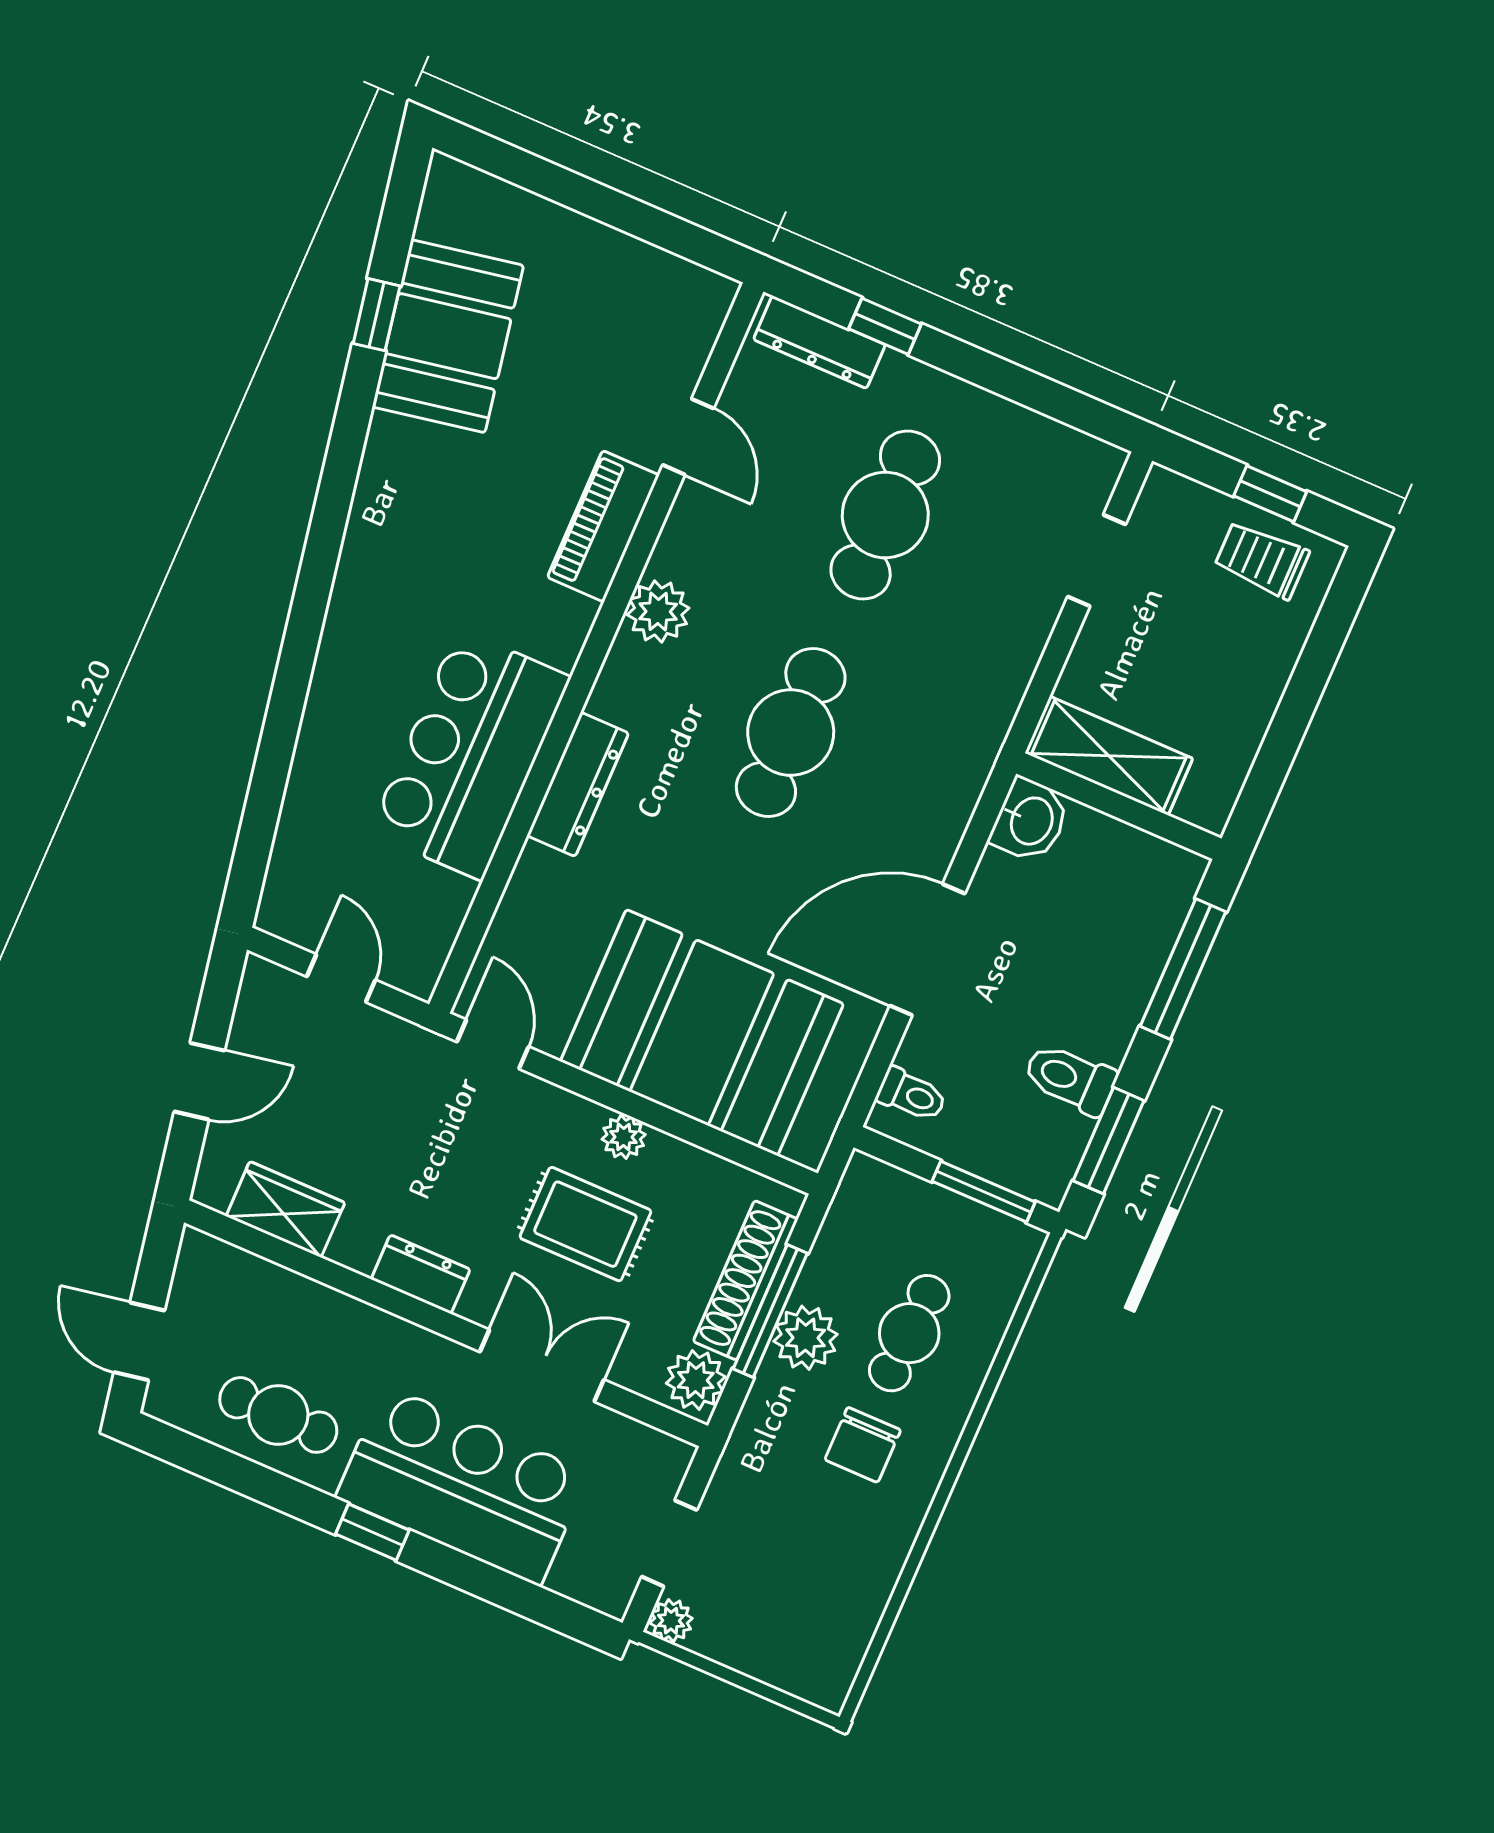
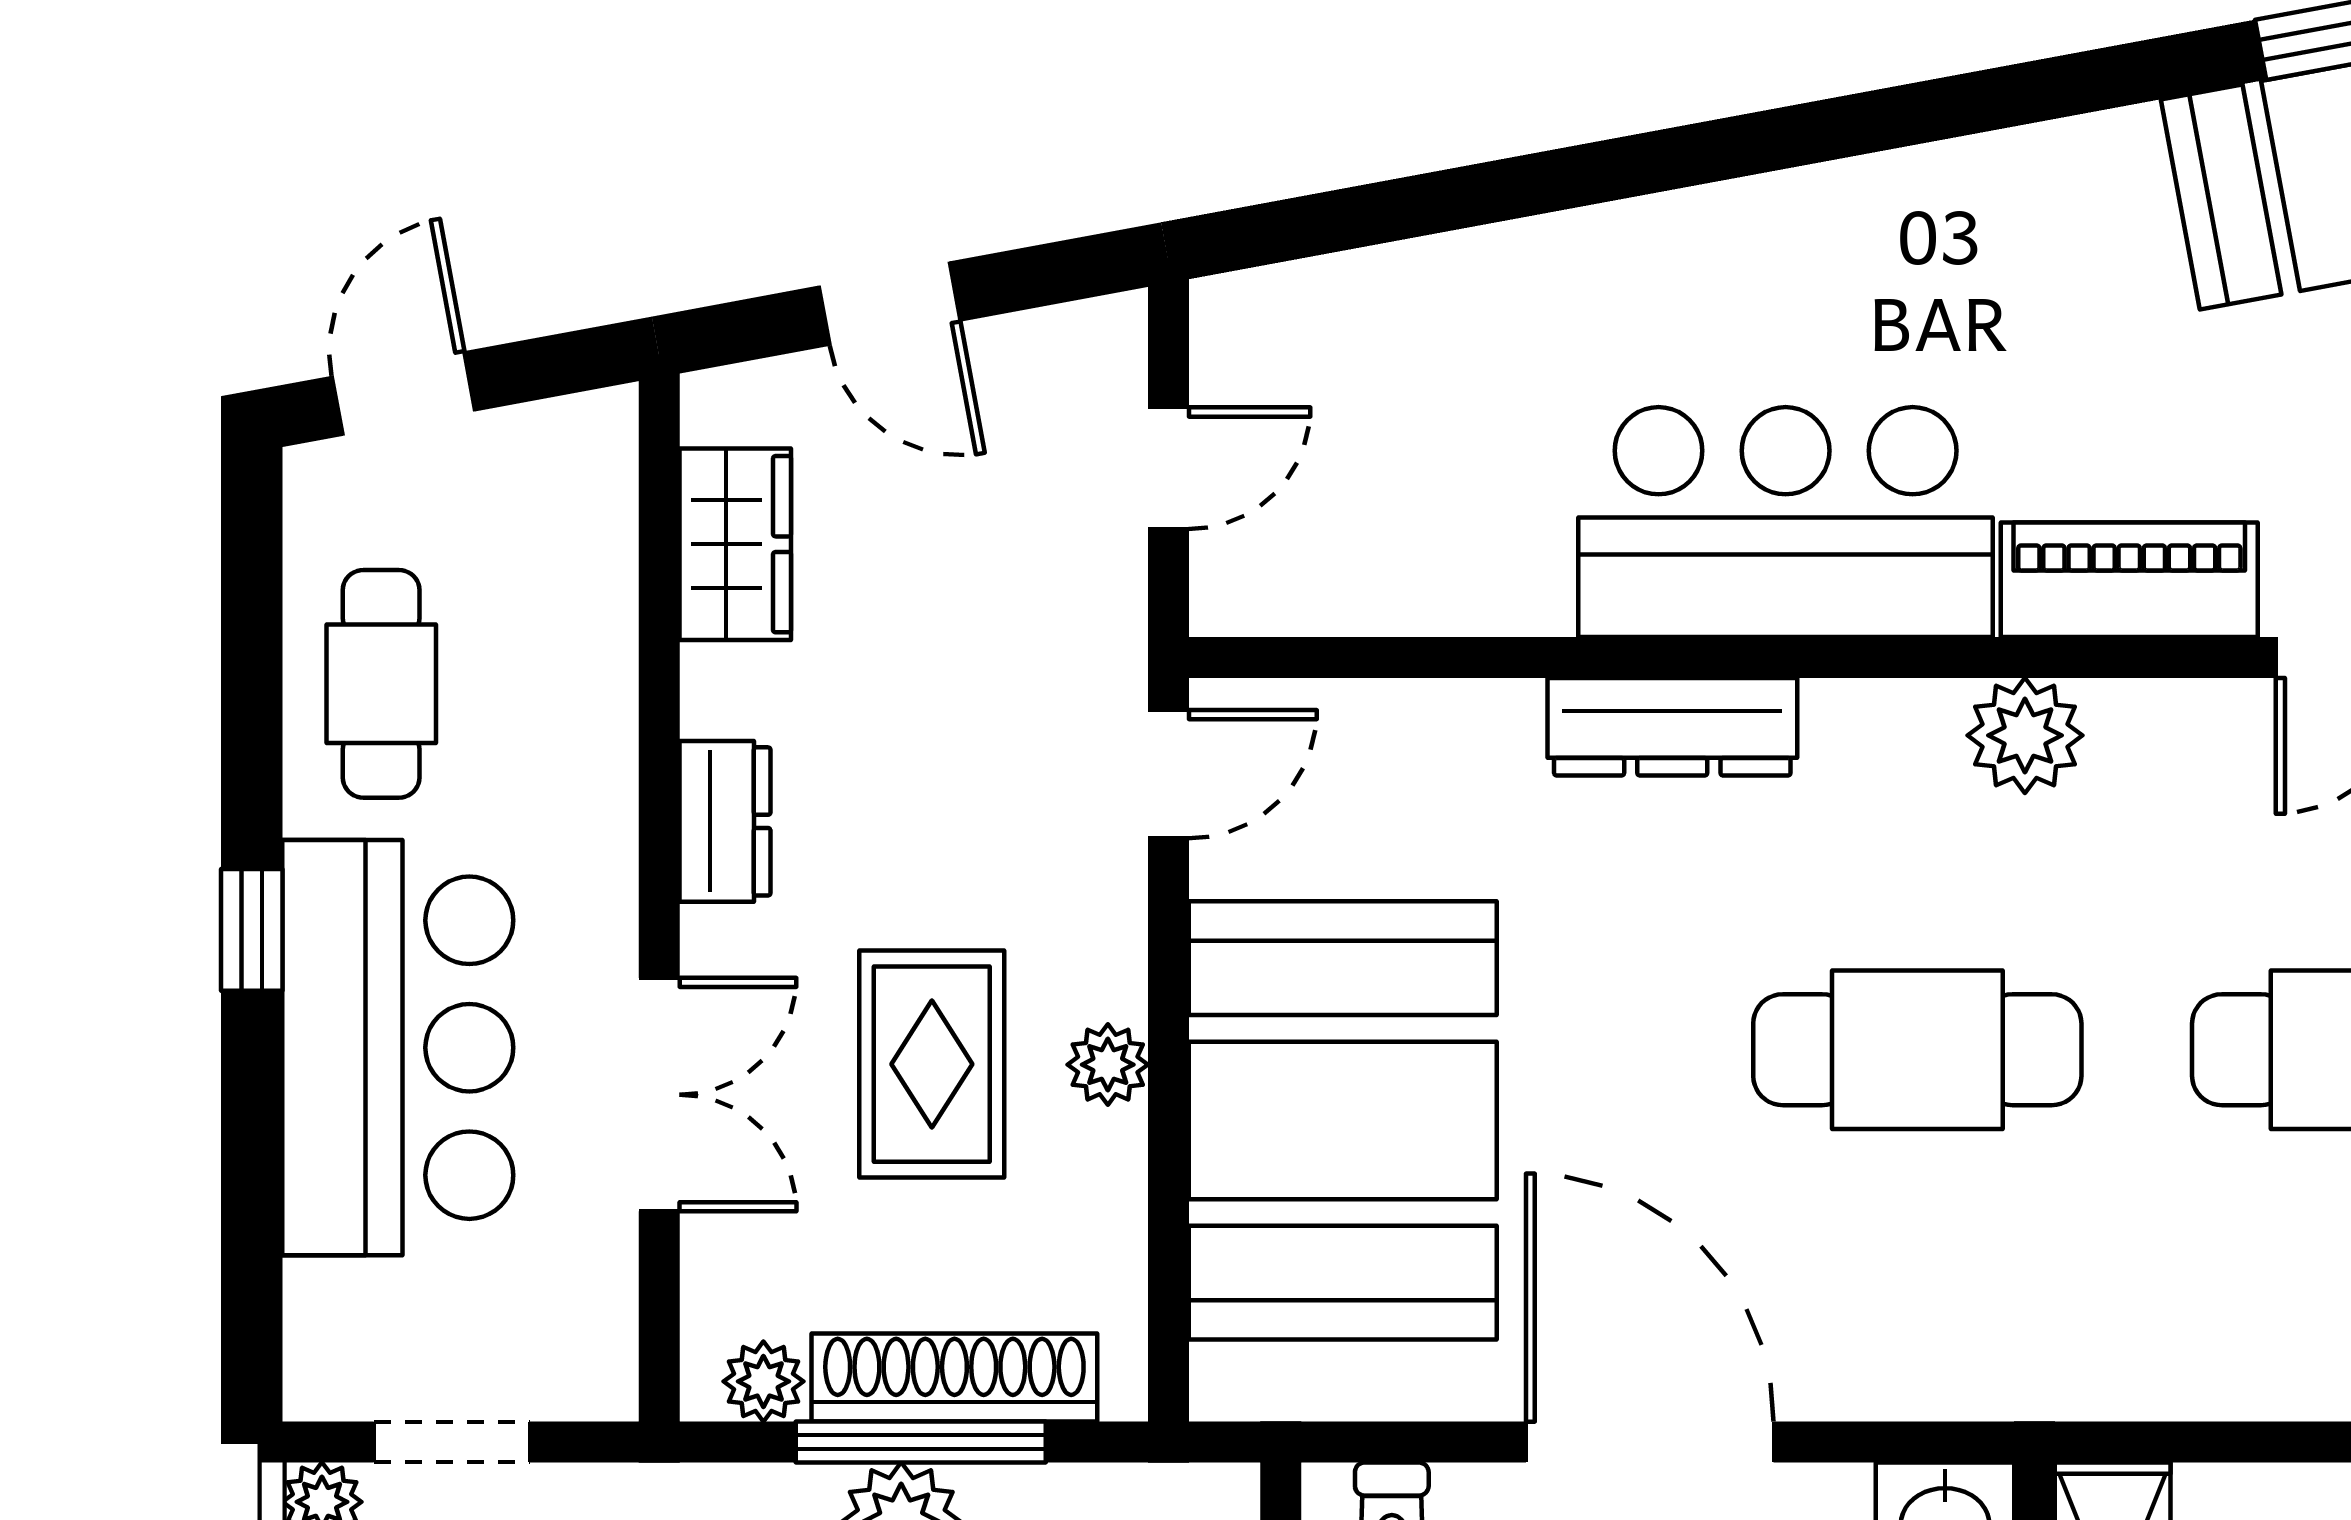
bar counter: (470, 755) -> (1786, 522), moved
plant: (696, 1380) -> (763, 1381), width x0.73, depth x0.73

